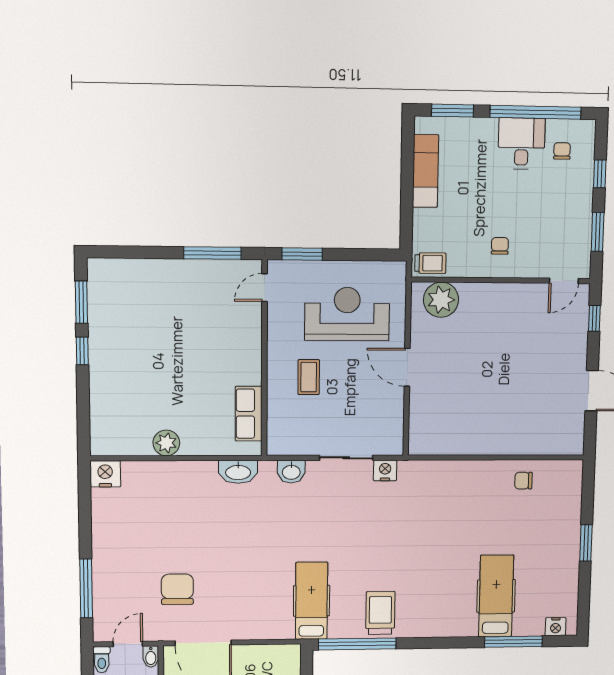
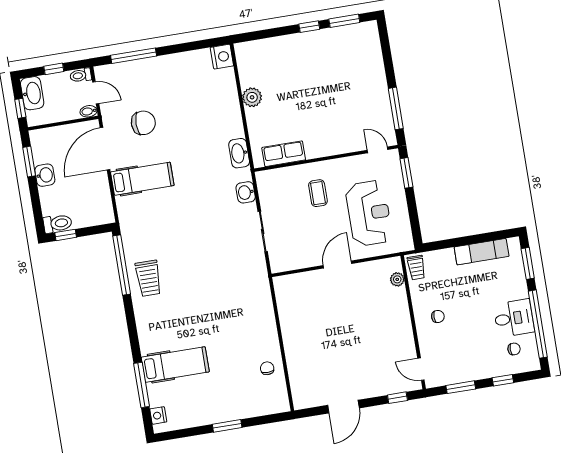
plant: (441, 300) -> (397, 279), width x0.53, depth x0.53
coffee table: (309, 377) -> (318, 193), turned 90
nightstand: (385, 470) -> (258, 262), removed
hospital bed: (312, 601) -> (142, 179), moved
trolley: (380, 613) -> (148, 278), turned 90

